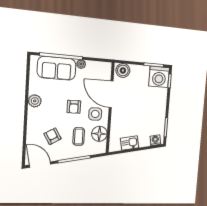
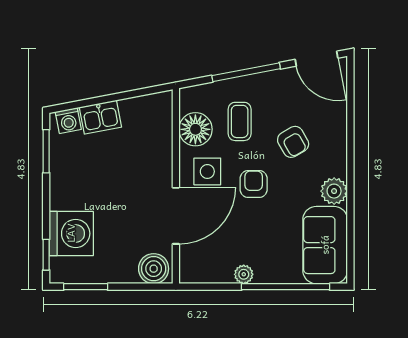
sofa: (57, 68) -> (325, 245), moved, turned -90
washing machine: (159, 77) -> (71, 233), moved, turned 90
door: (111, 94) -> (176, 216), hinge flipped
armchair: (53, 136) -> (293, 142), moved
kitchen sink: (130, 143) -> (100, 117), moved

